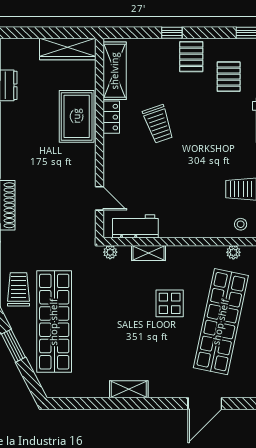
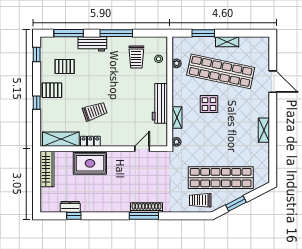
workbench: (135, 226) -> (160, 103), moved, width x1.37

